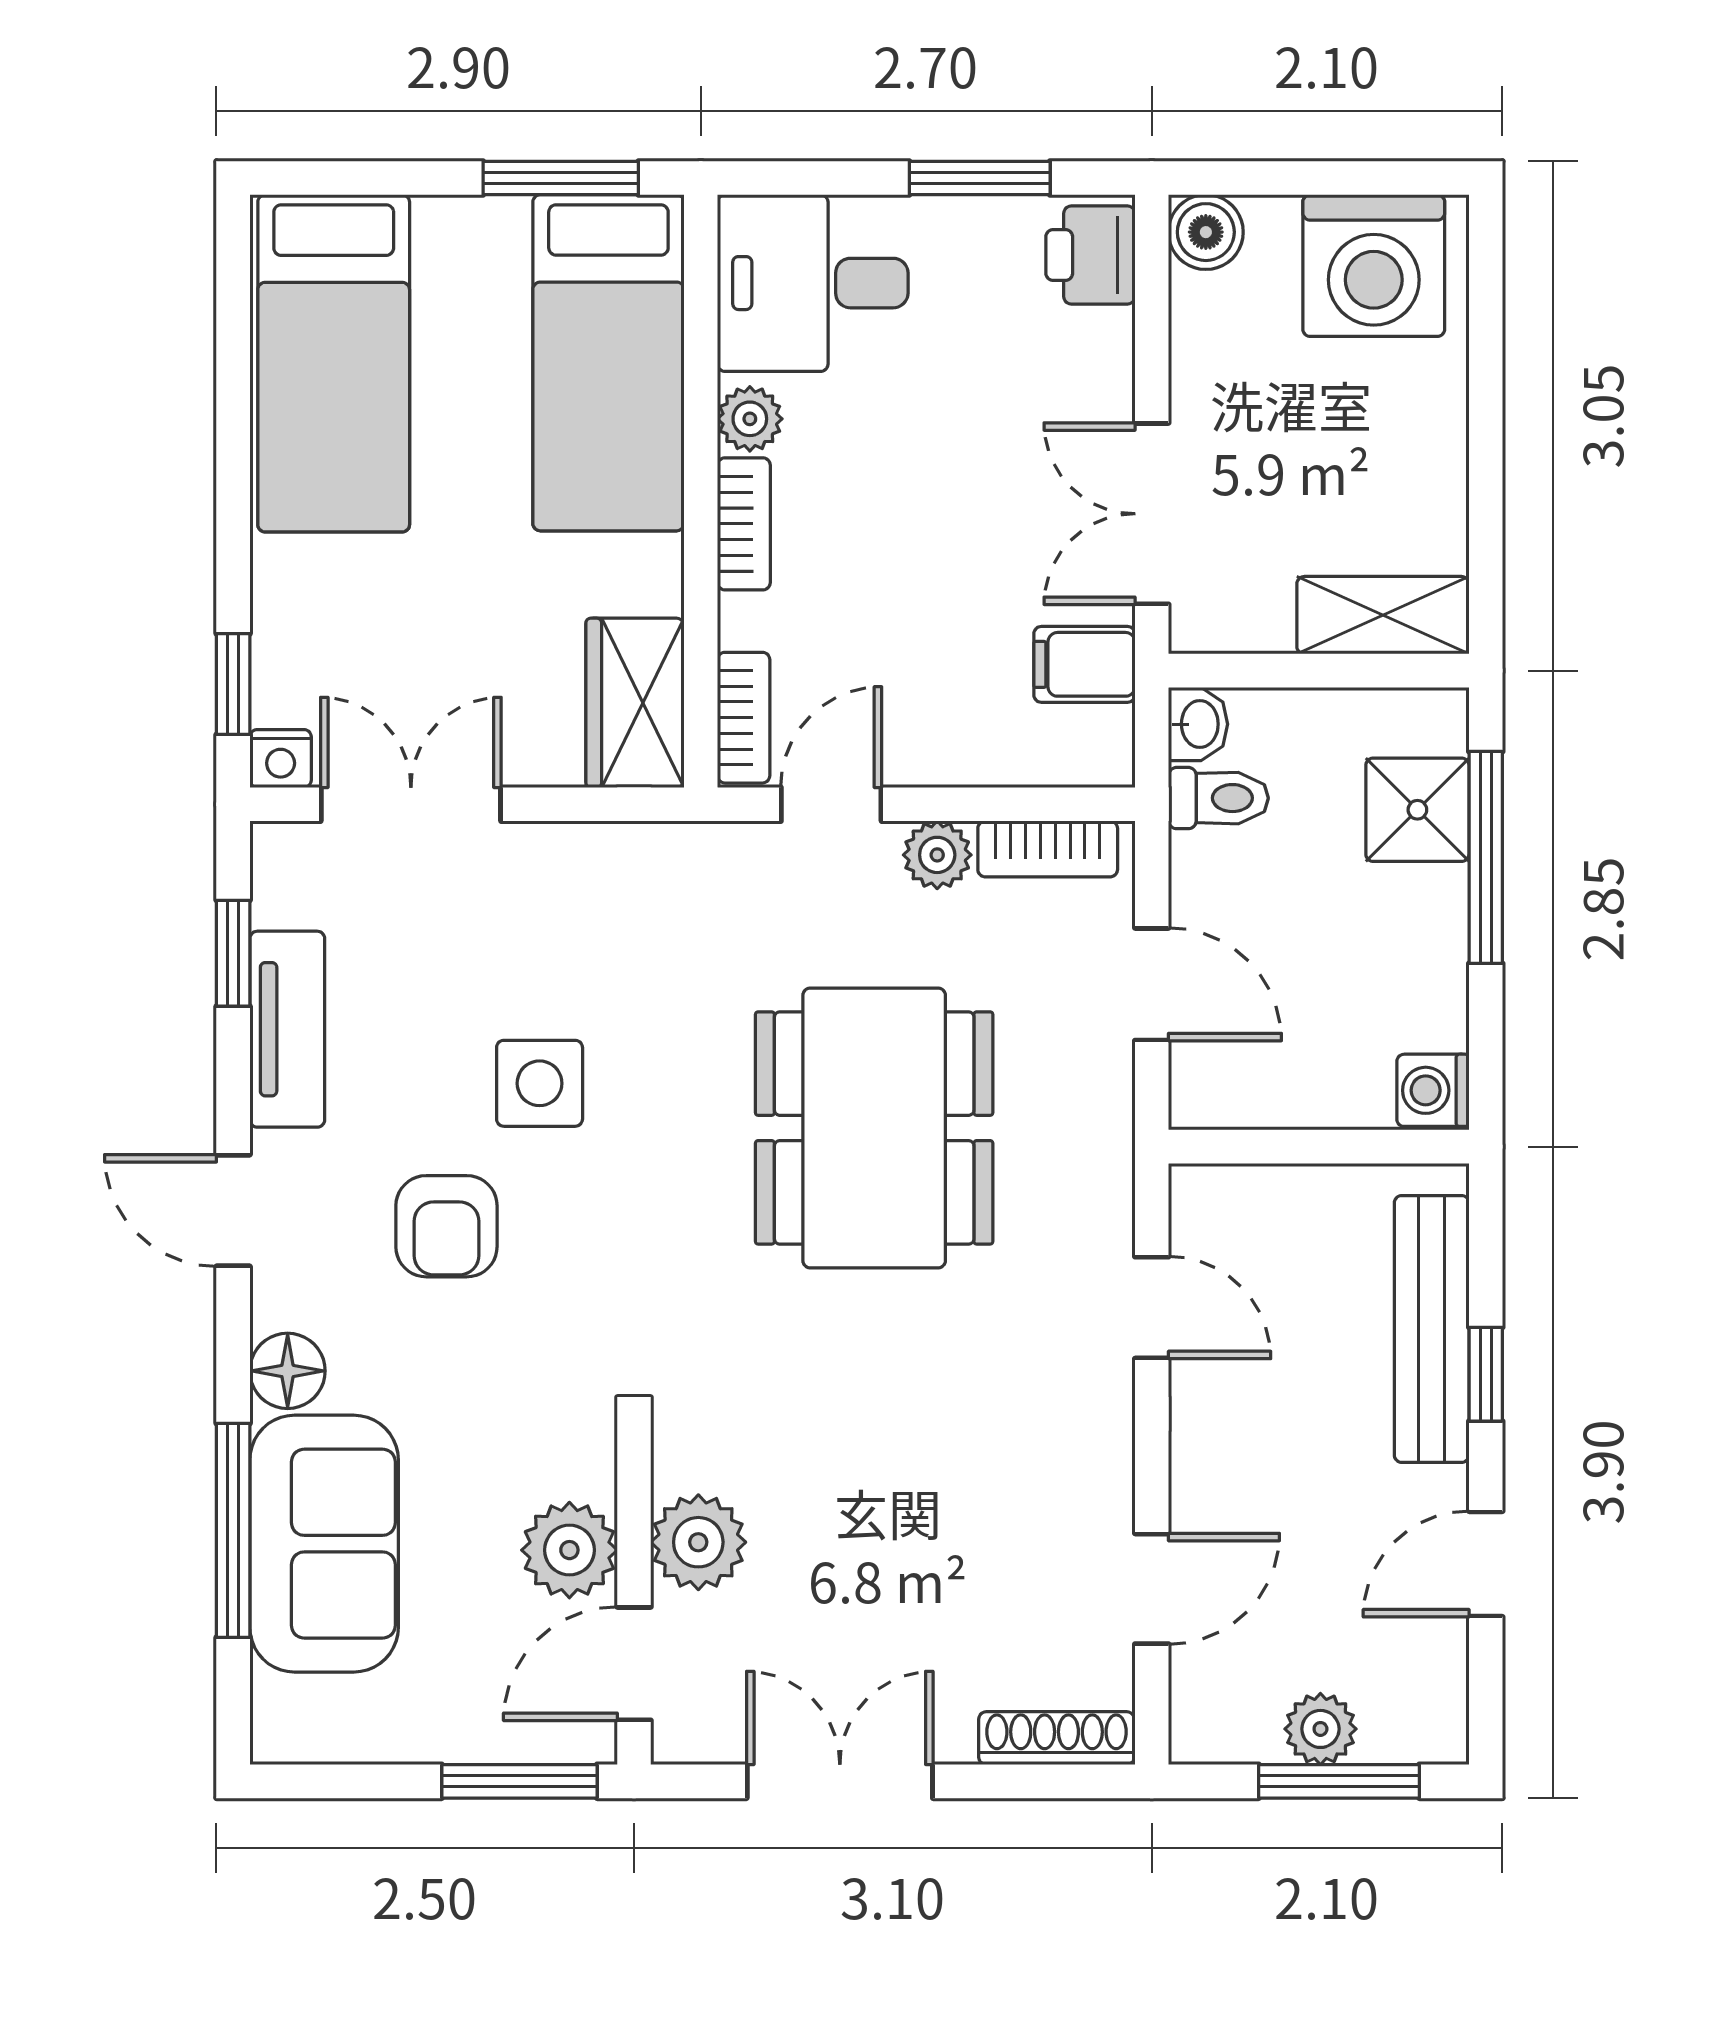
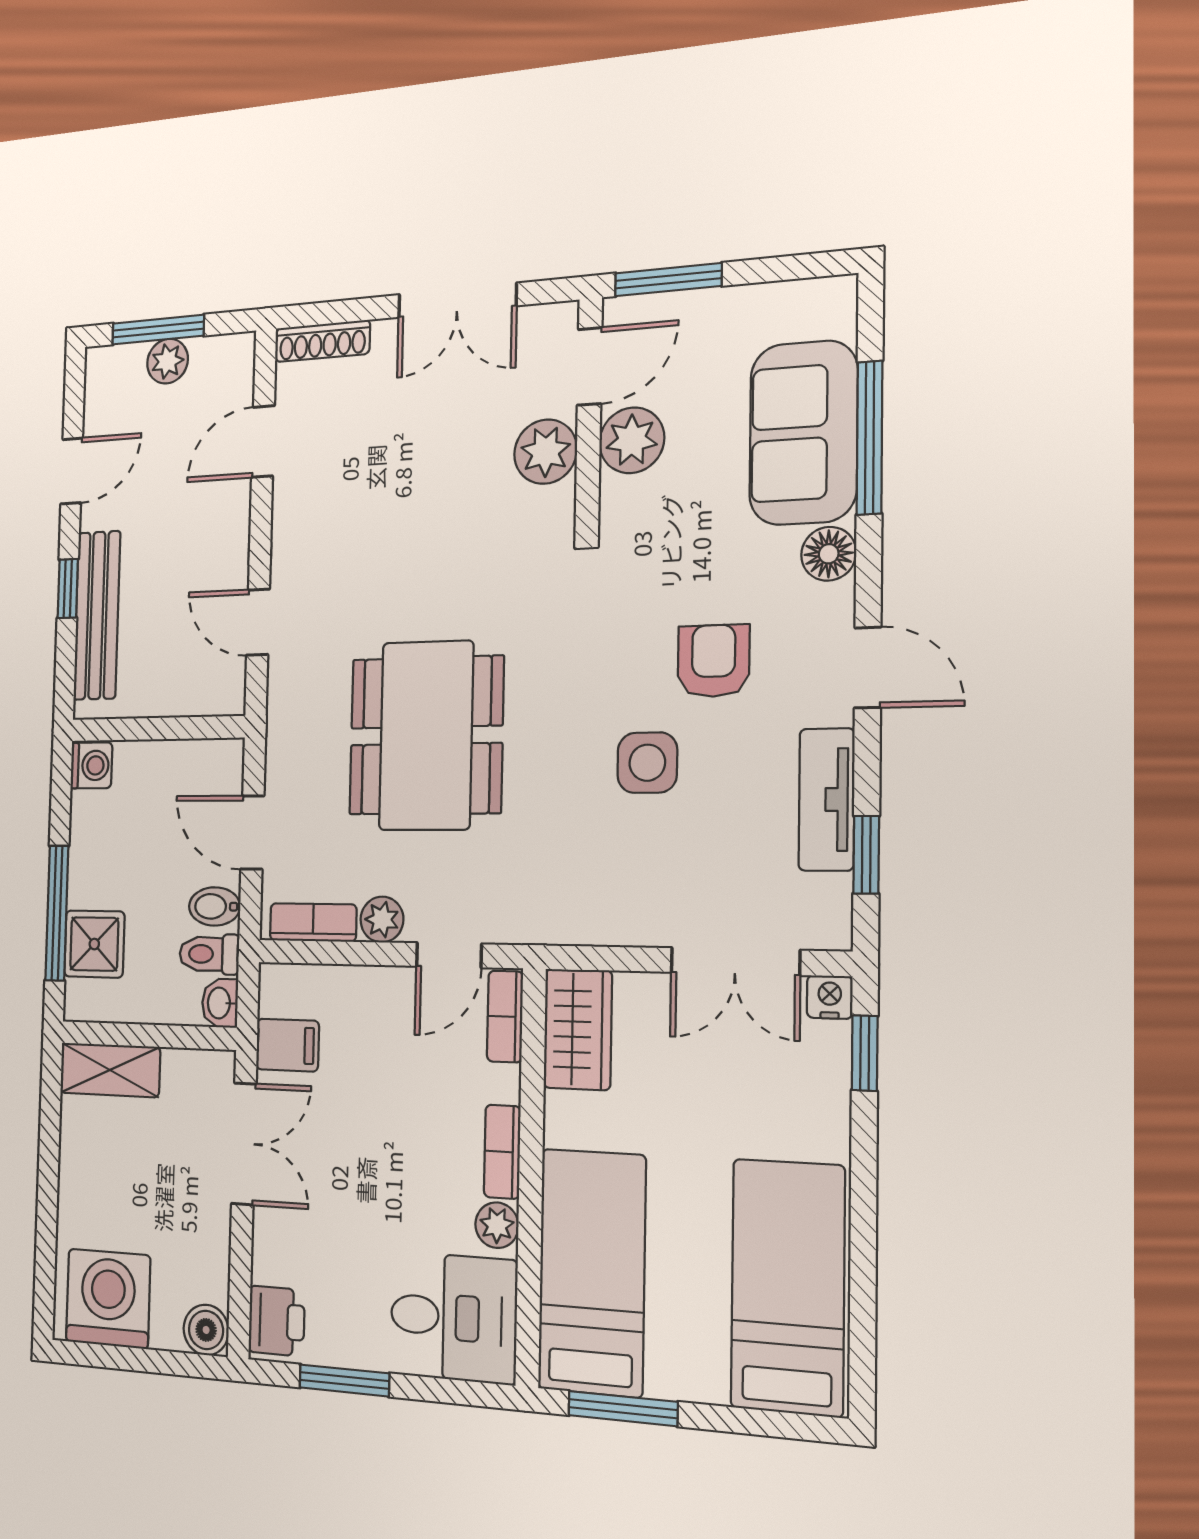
bidet: (1212, 871) -> (215, 906), added

